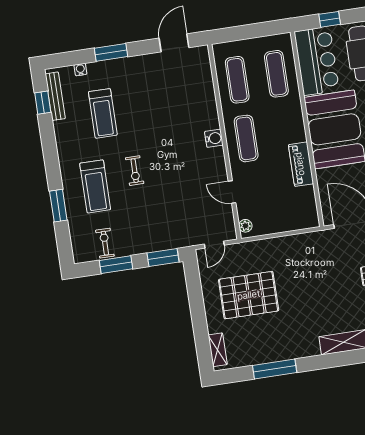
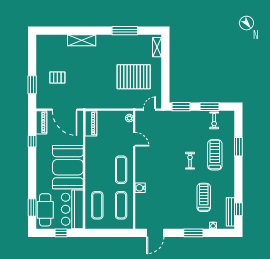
water cooler: (214, 138) -> (140, 188), moved
piano: (301, 164) -> (91, 123), moved

